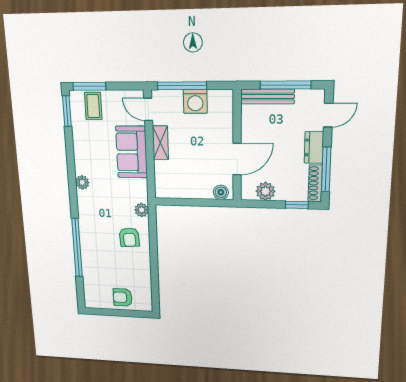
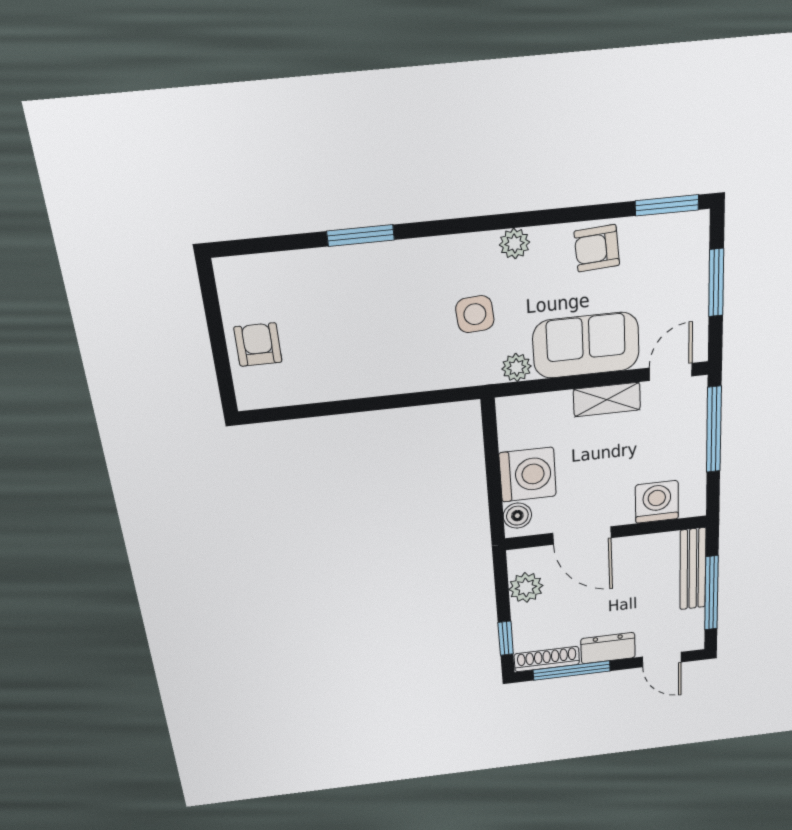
window: (89, 86) -> (716, 283), moved
washing machine: (195, 101) -> (657, 502), moved, turned 90
coffee table: (93, 106) -> (677, 262), removed
washing machine: (198, 185) -> (528, 475), added
side table: (114, 203) -> (475, 314), added
plant: (142, 210) -> (516, 367), moved
armchair: (129, 237) -> (597, 248), moved
window: (77, 248) -> (361, 235), width x0.47

